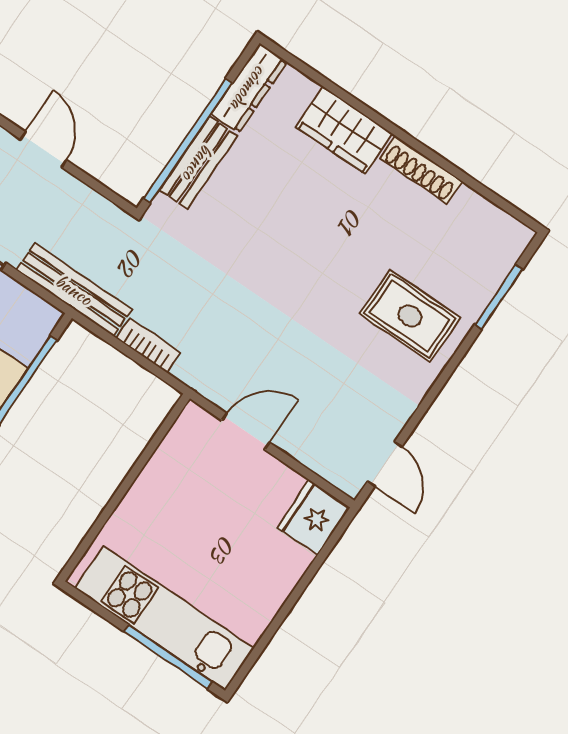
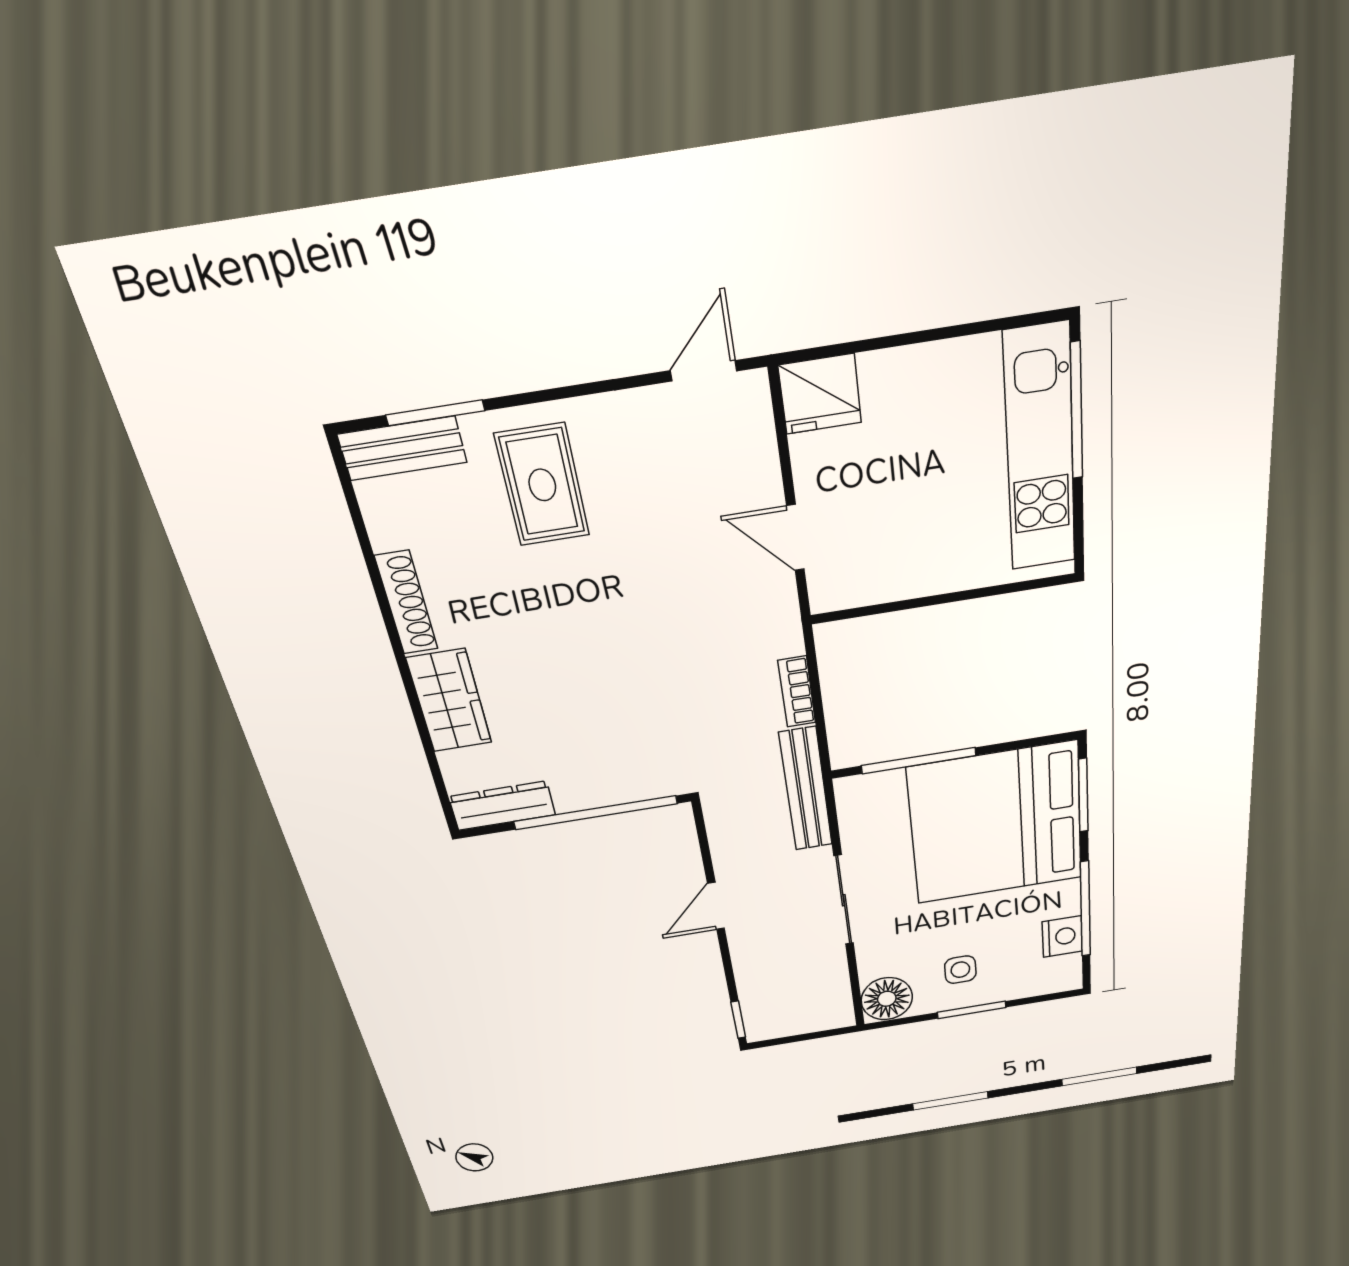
bench: (198, 163) -> (402, 448), moved

